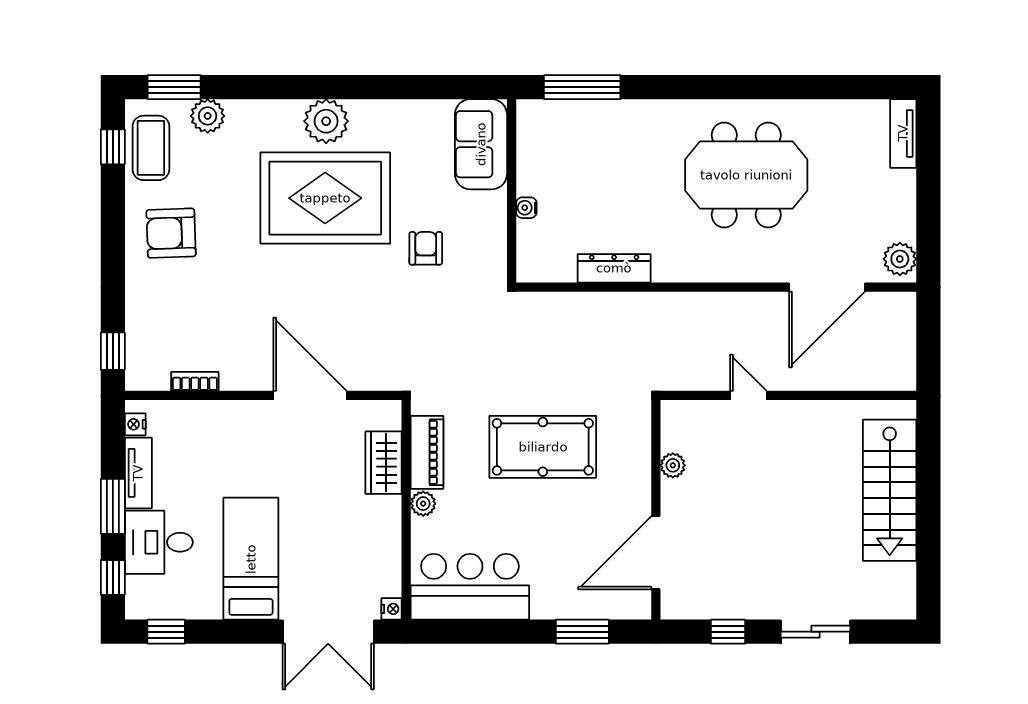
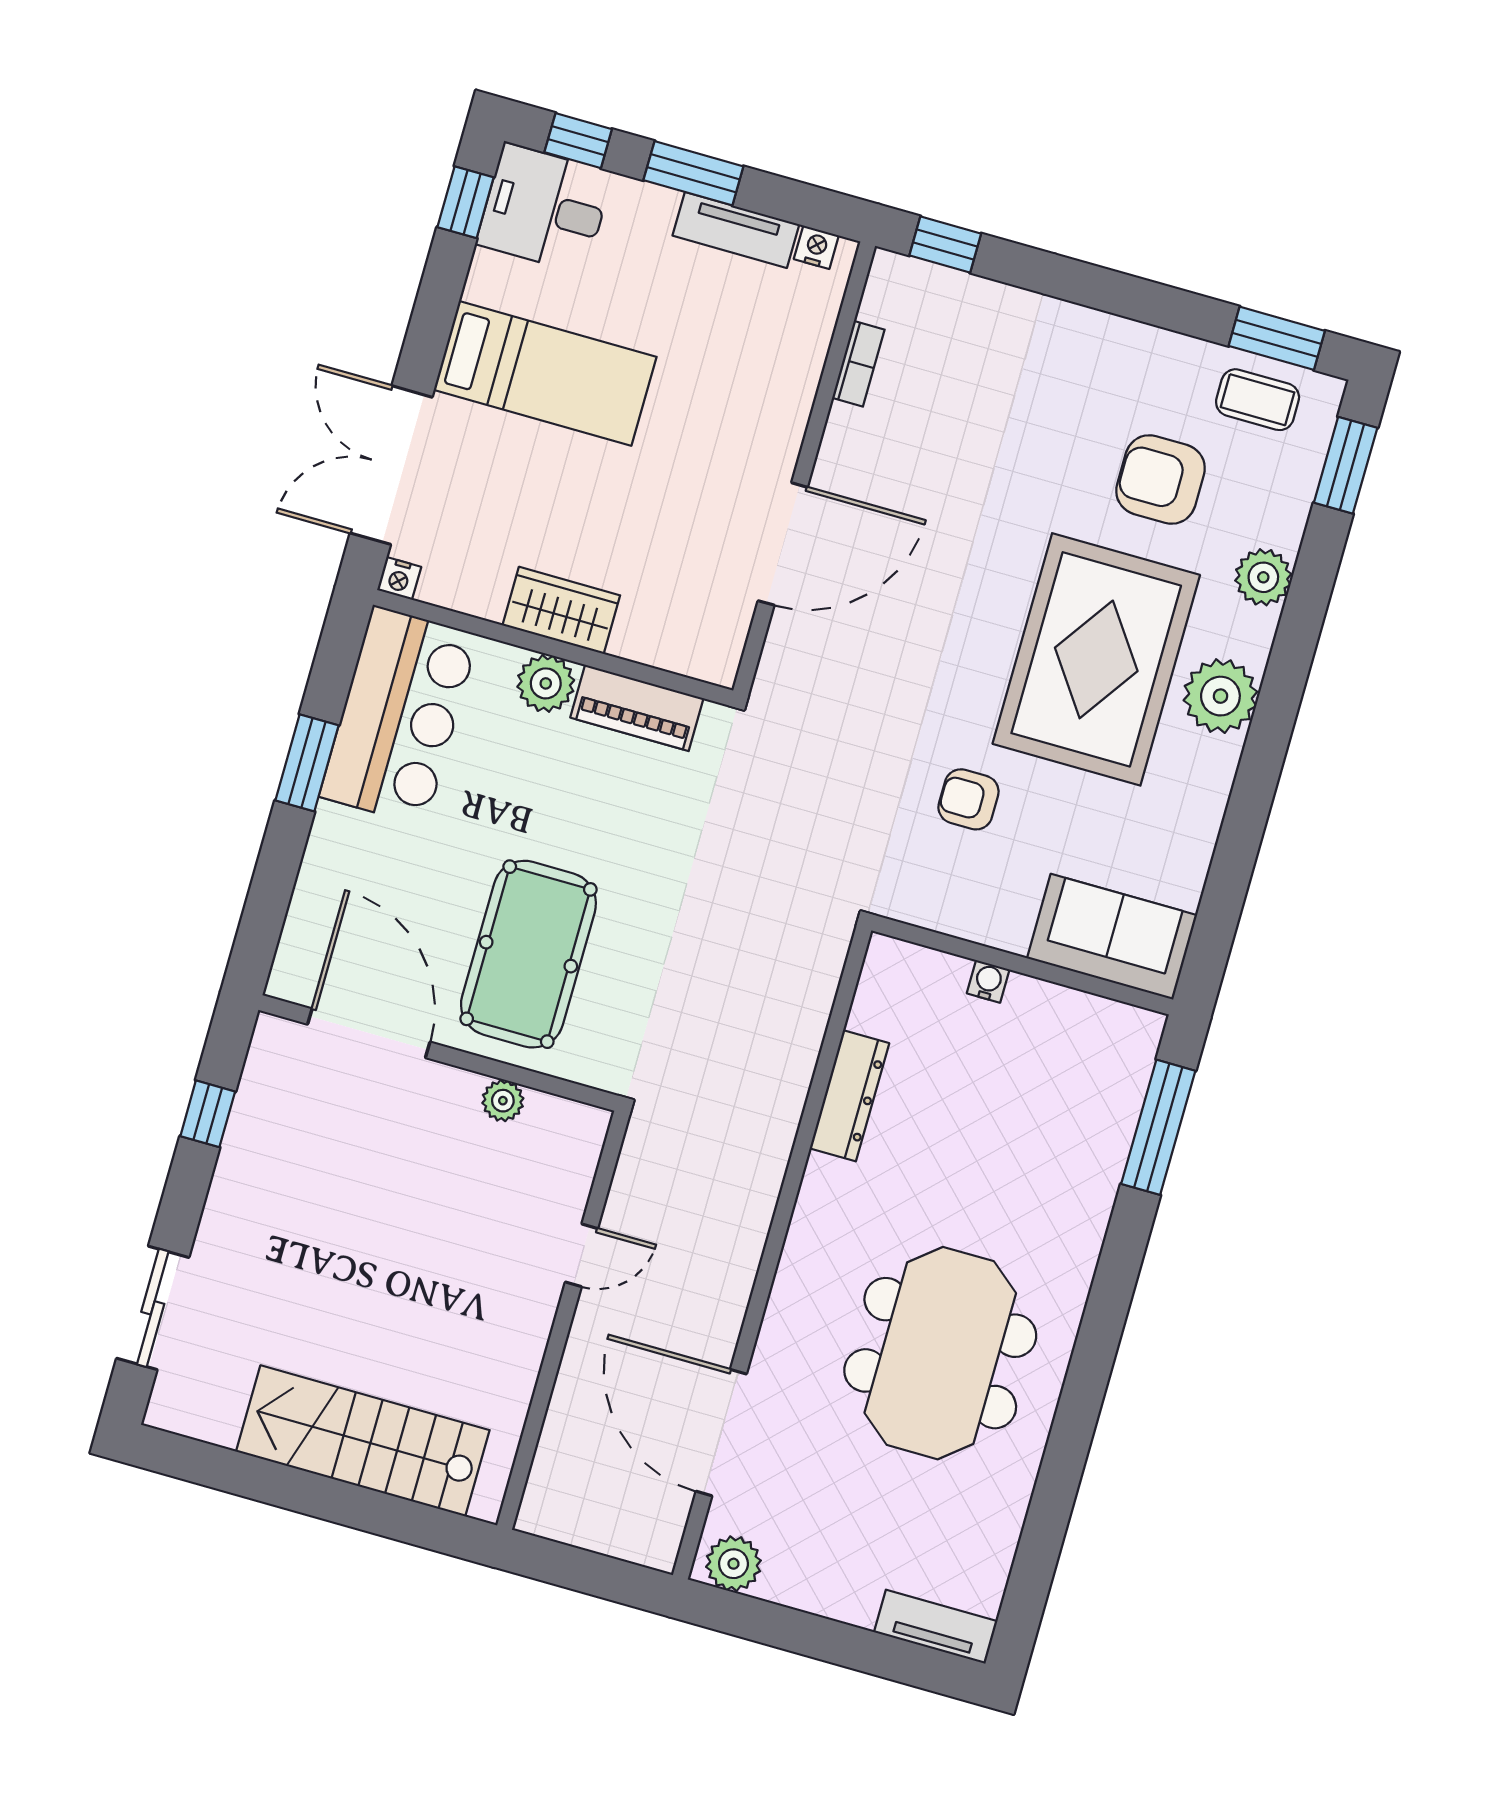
plant: (208, 116) -> (1263, 577), moved
window: (113, 147) -> (1277, 338), width x1.50
coffee table: (151, 148) -> (1258, 400), width x0.73, depth x0.77
armchair: (171, 233) -> (1160, 479), moved, turned -88
armchair: (426, 248) -> (968, 799), turned 180
pool table: (543, 447) -> (528, 954), moved
wardrobe: (384, 463) -> (561, 610), moved
plant: (423, 504) -> (546, 683), width x1.38, depth x1.38
desk: (159, 542) -> (545, 208), moved, turned -90
window: (582, 632) -> (307, 763), moved
sliding door: (815, 632) -> (153, 1308), moved

